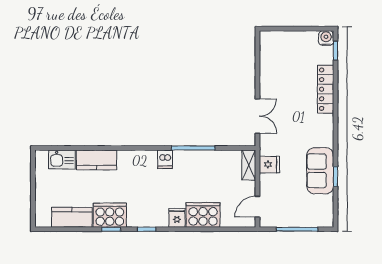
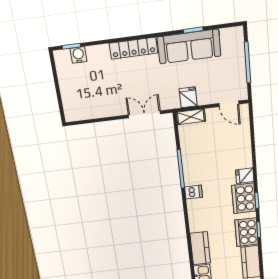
water cooler: (326, 38) -> (78, 55), moved, turned 90
locker: (326, 89) -> (133, 48), moved
sofa: (320, 171) -> (189, 47), width x1.36
cooker: (203, 215) -> (244, 198), moved

